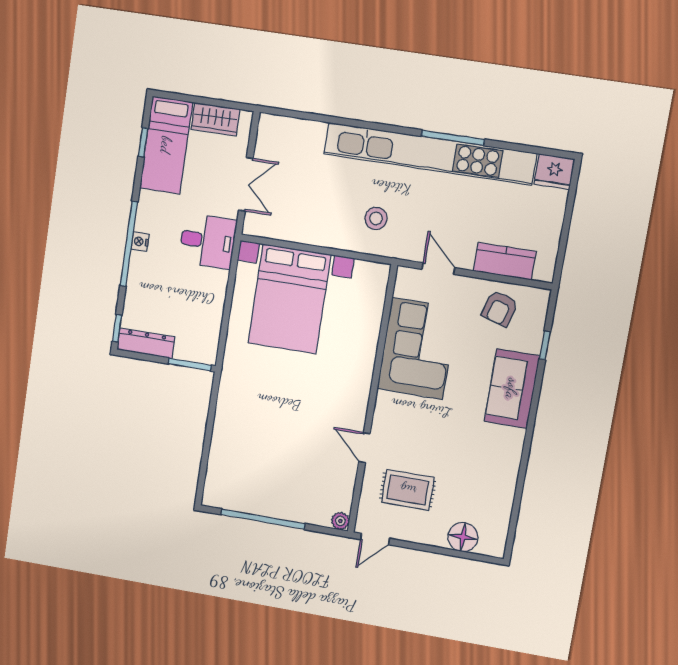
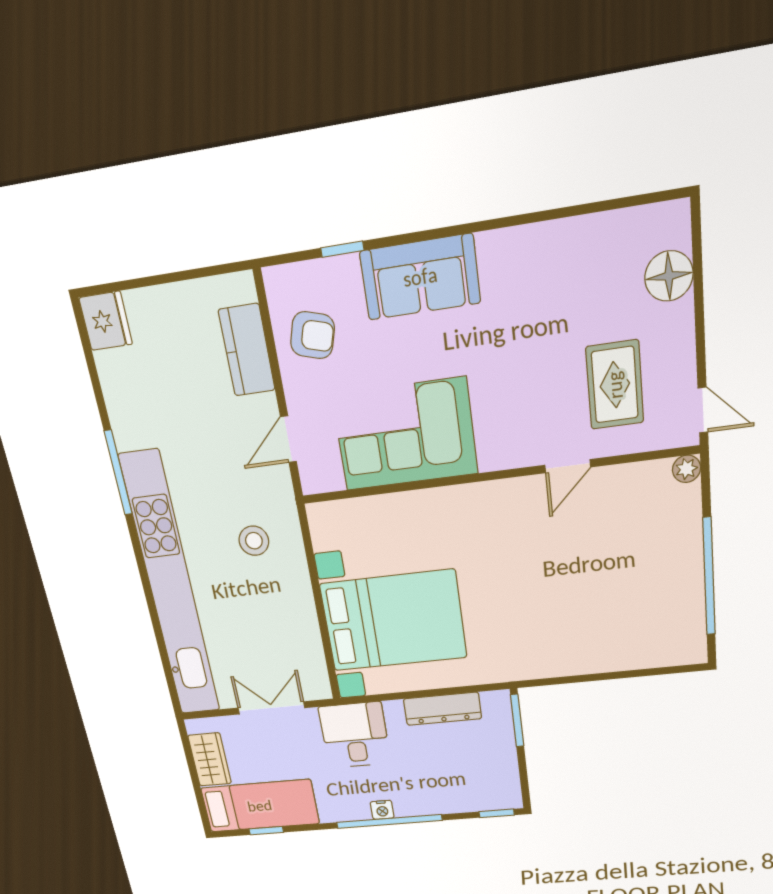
kitchen unit: (430, 154) -> (171, 587), moved
dresser: (146, 343) -> (442, 709), moved, turned -90

